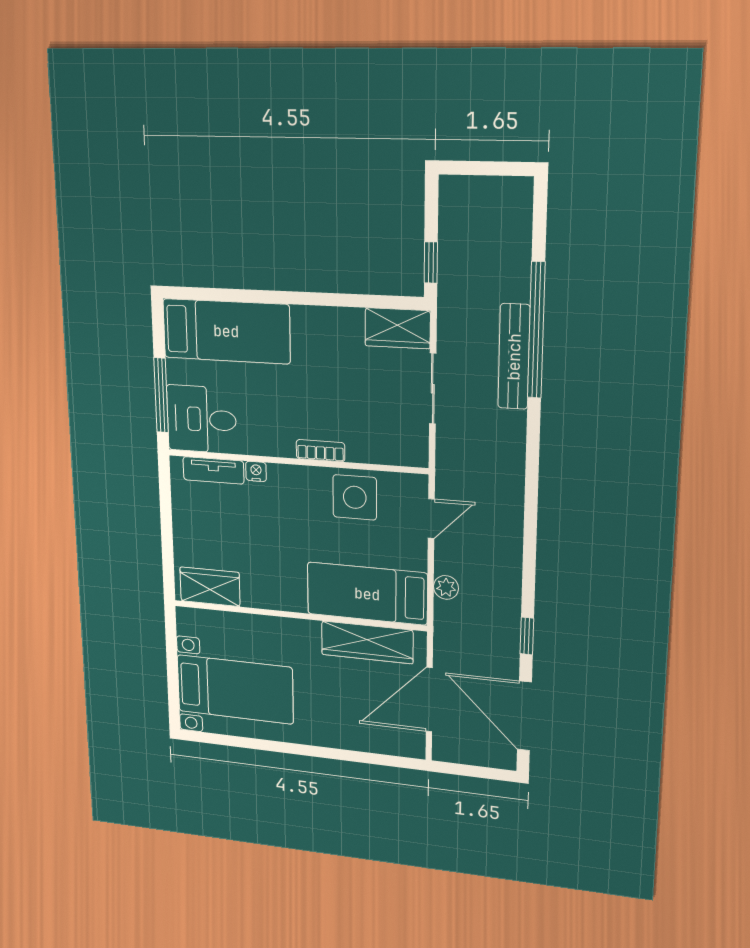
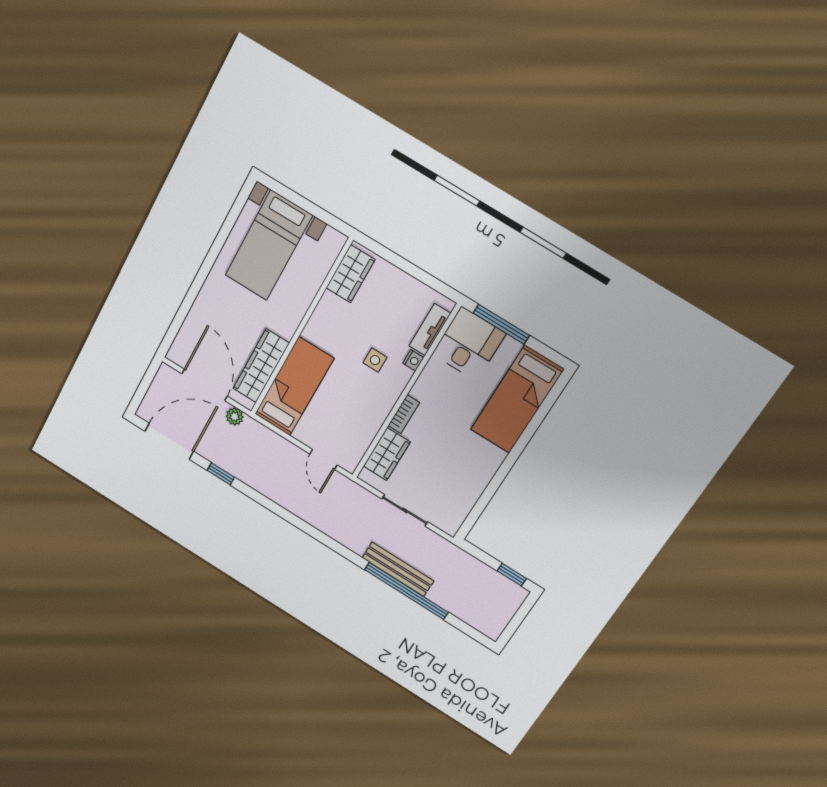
window: (431, 263) -> (512, 575), moved
wardrobe: (398, 328) -> (387, 454), moved, turned 180
side table: (355, 497) -> (375, 360), moved, width x0.54, depth x0.54
plant: (446, 587) -> (235, 417), moved

